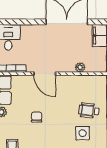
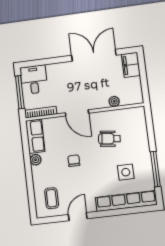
wheelchair: (89, 110) -> (109, 139), moved

